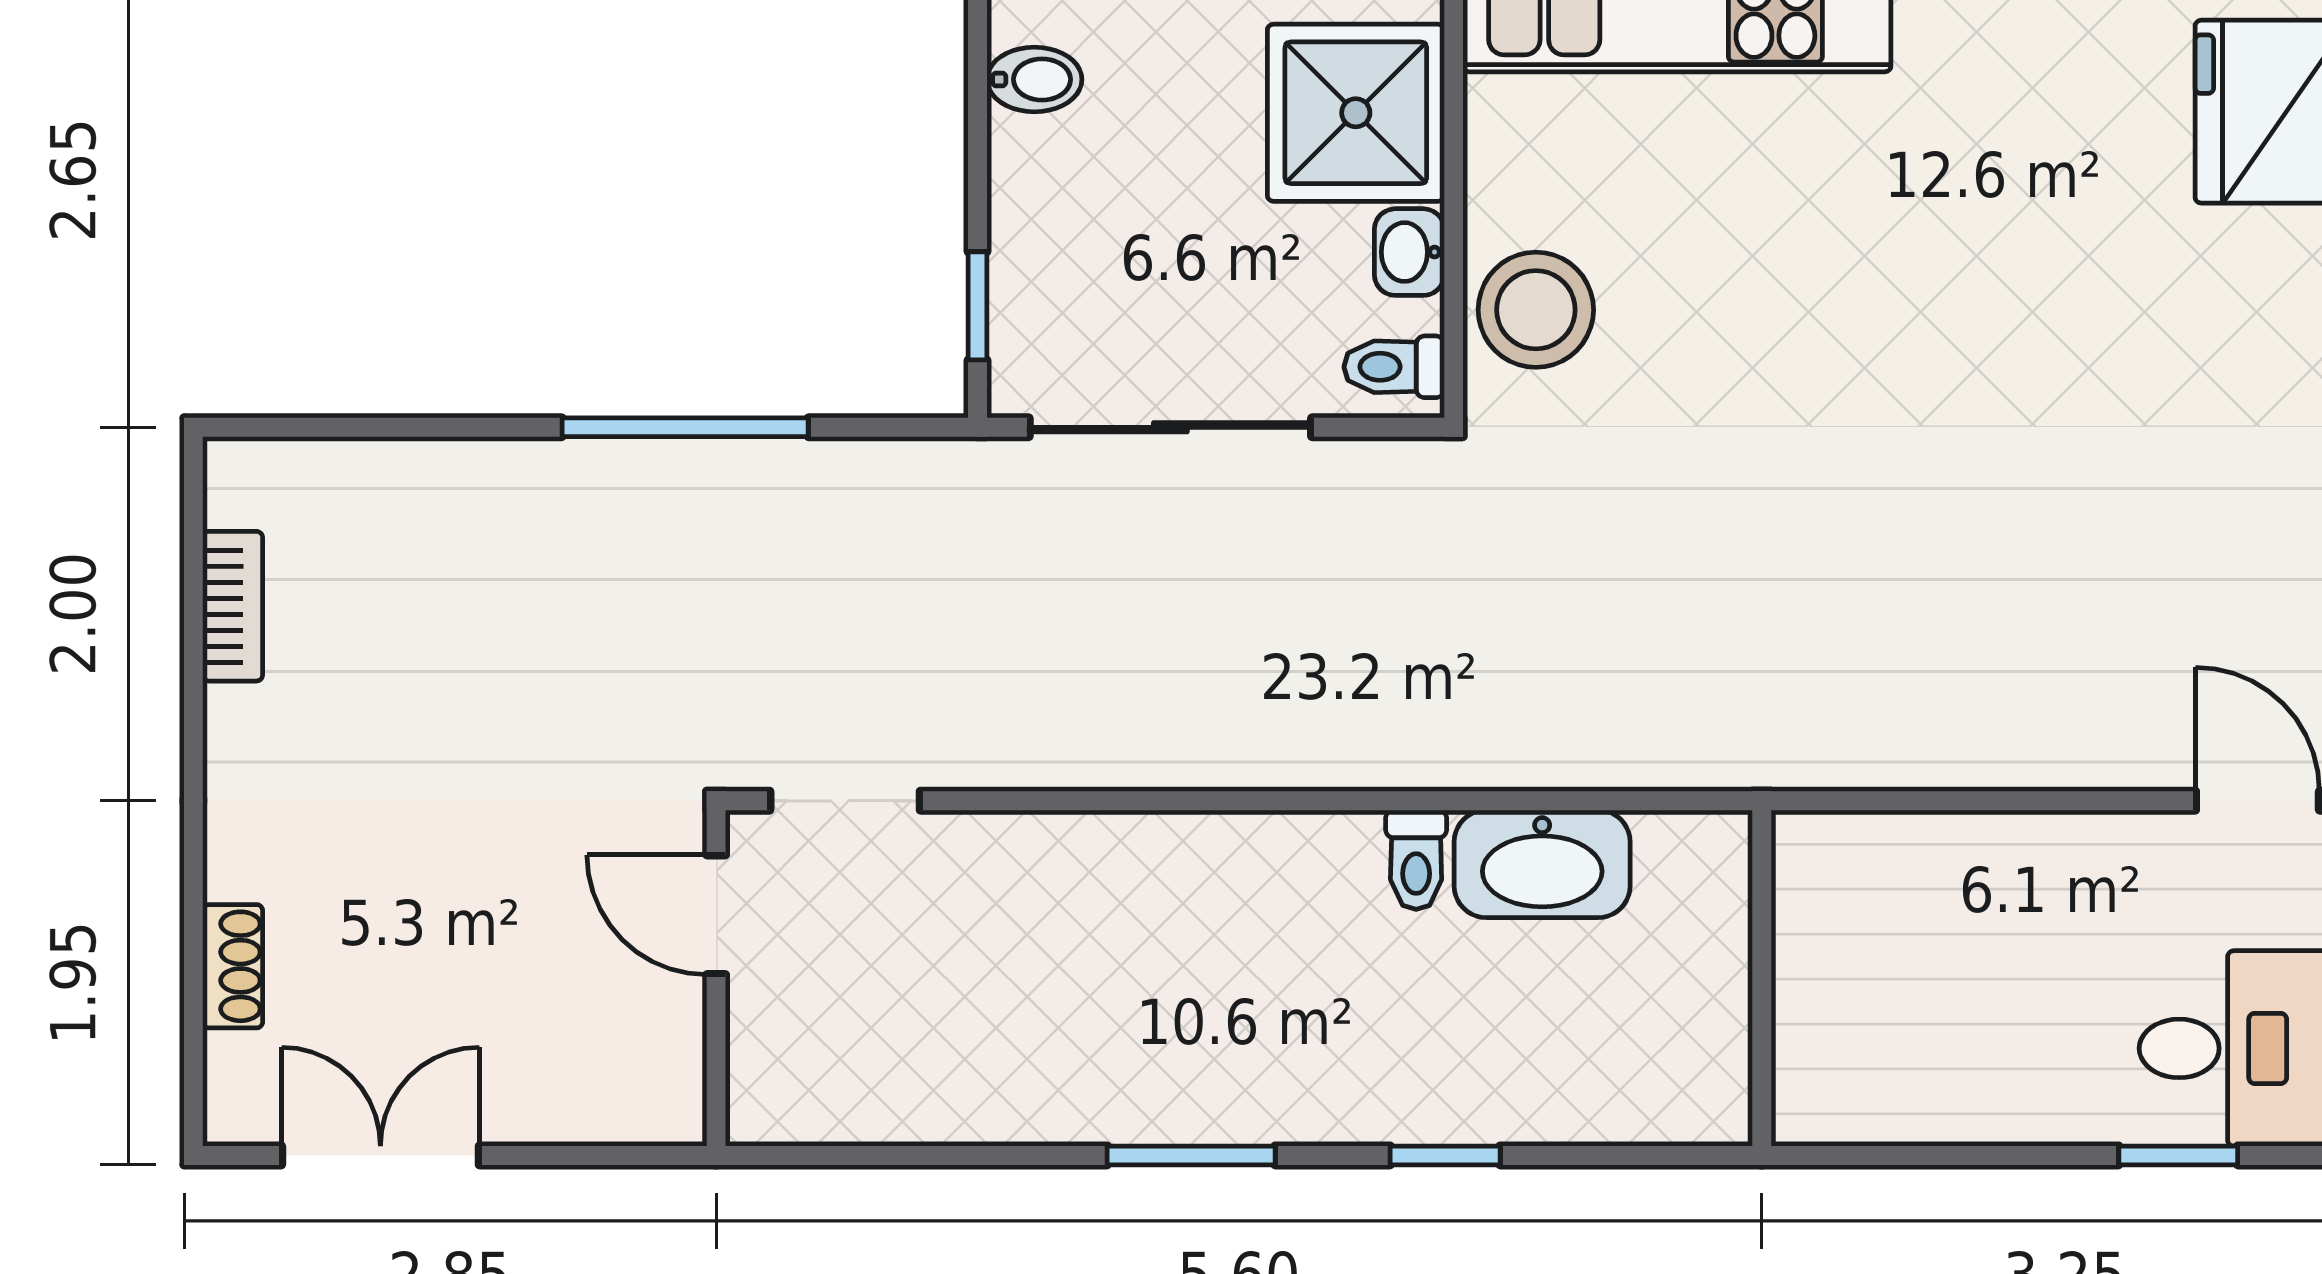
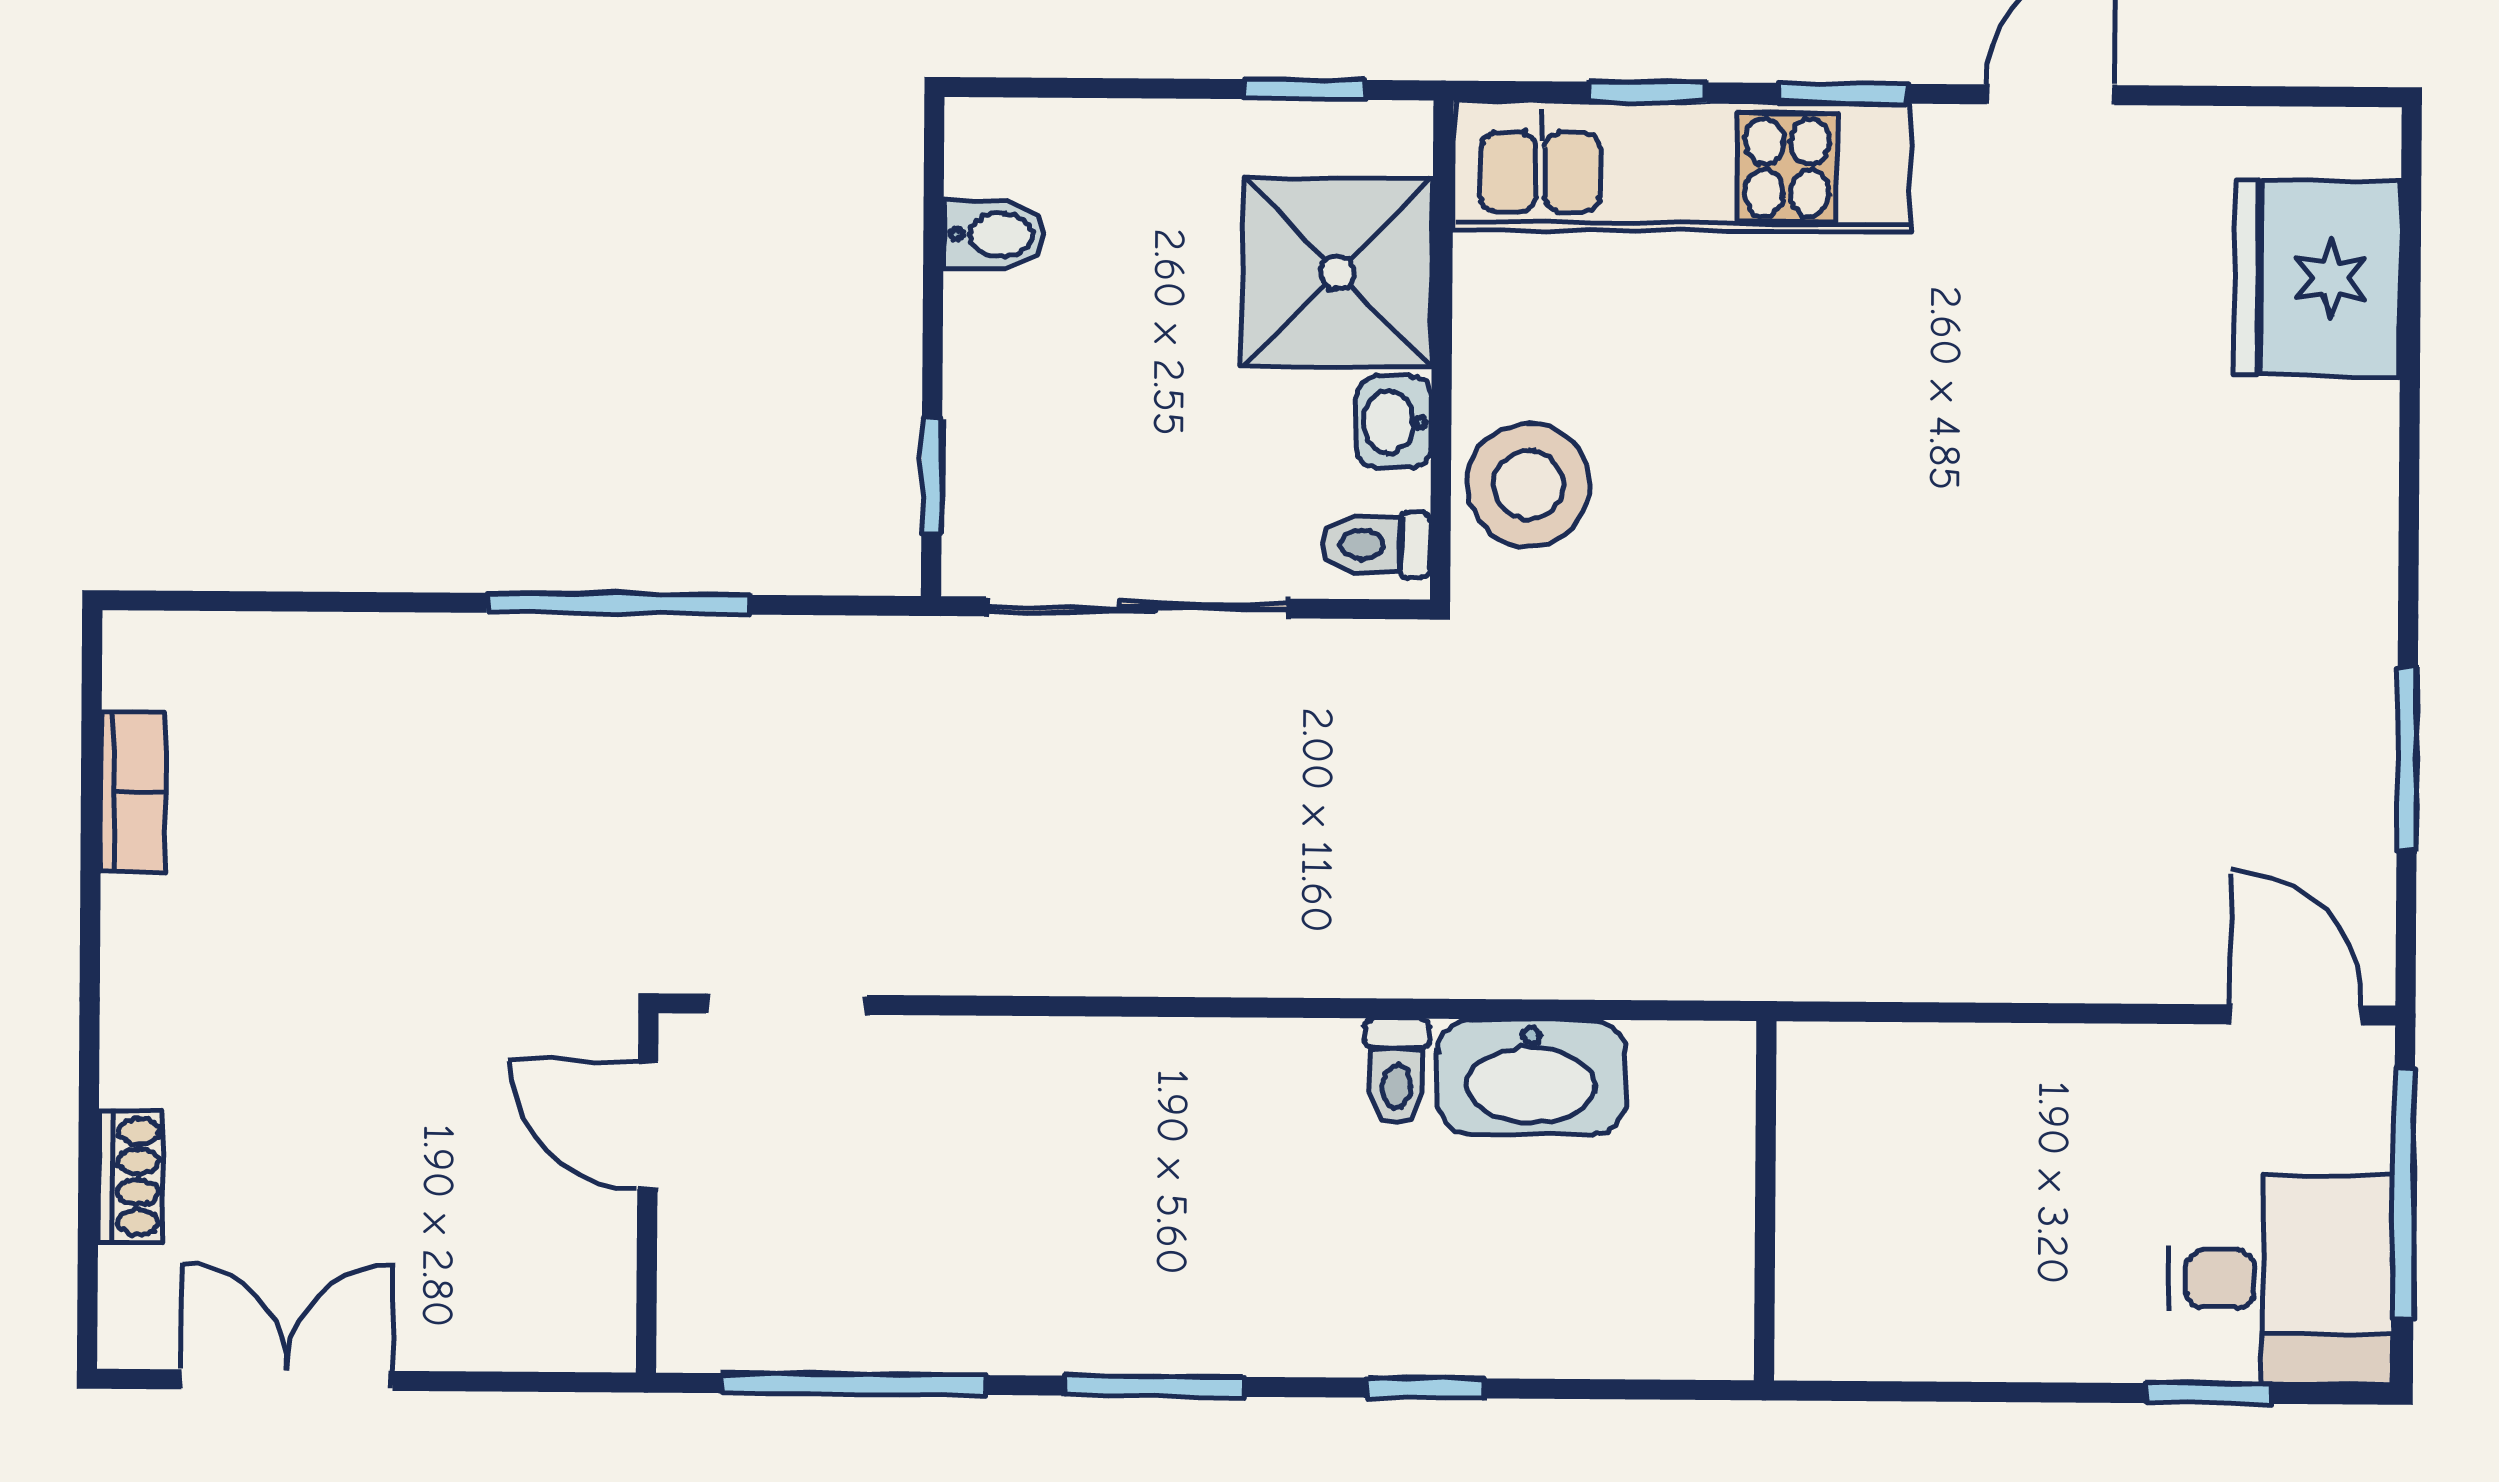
window: (911, 1155) -> (854, 1384), added

